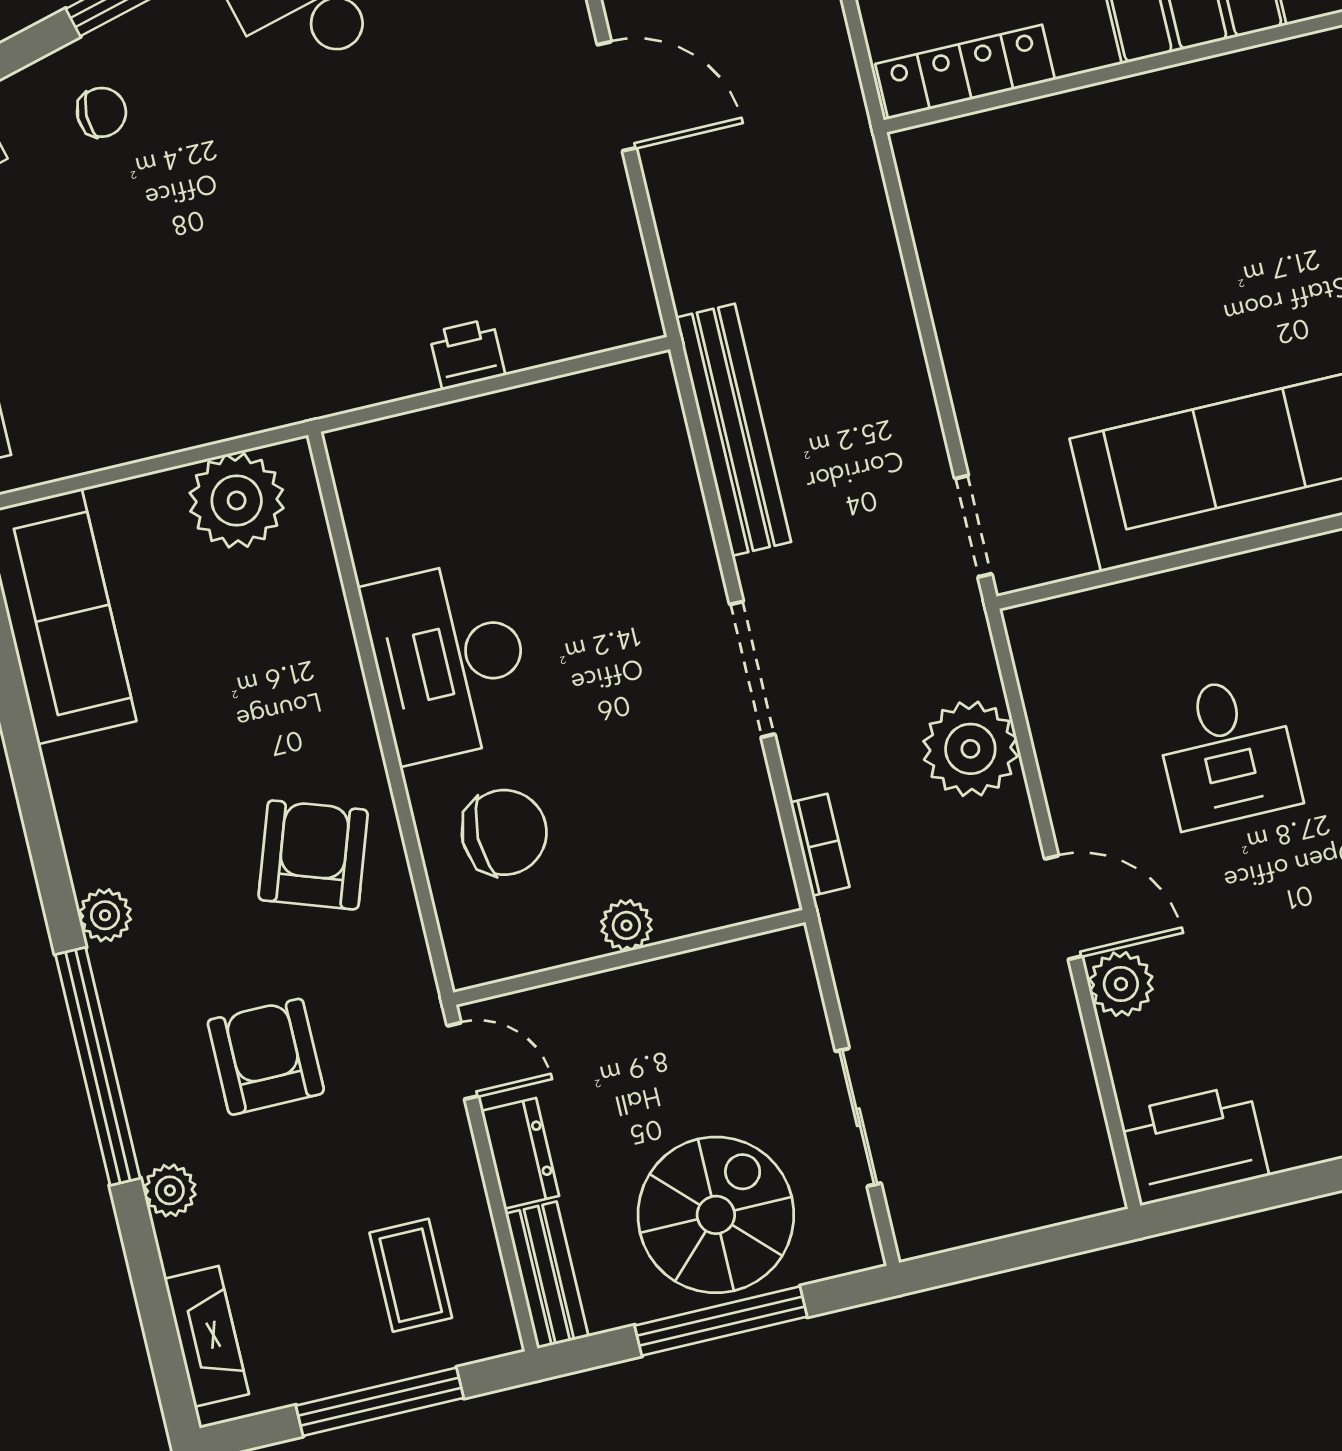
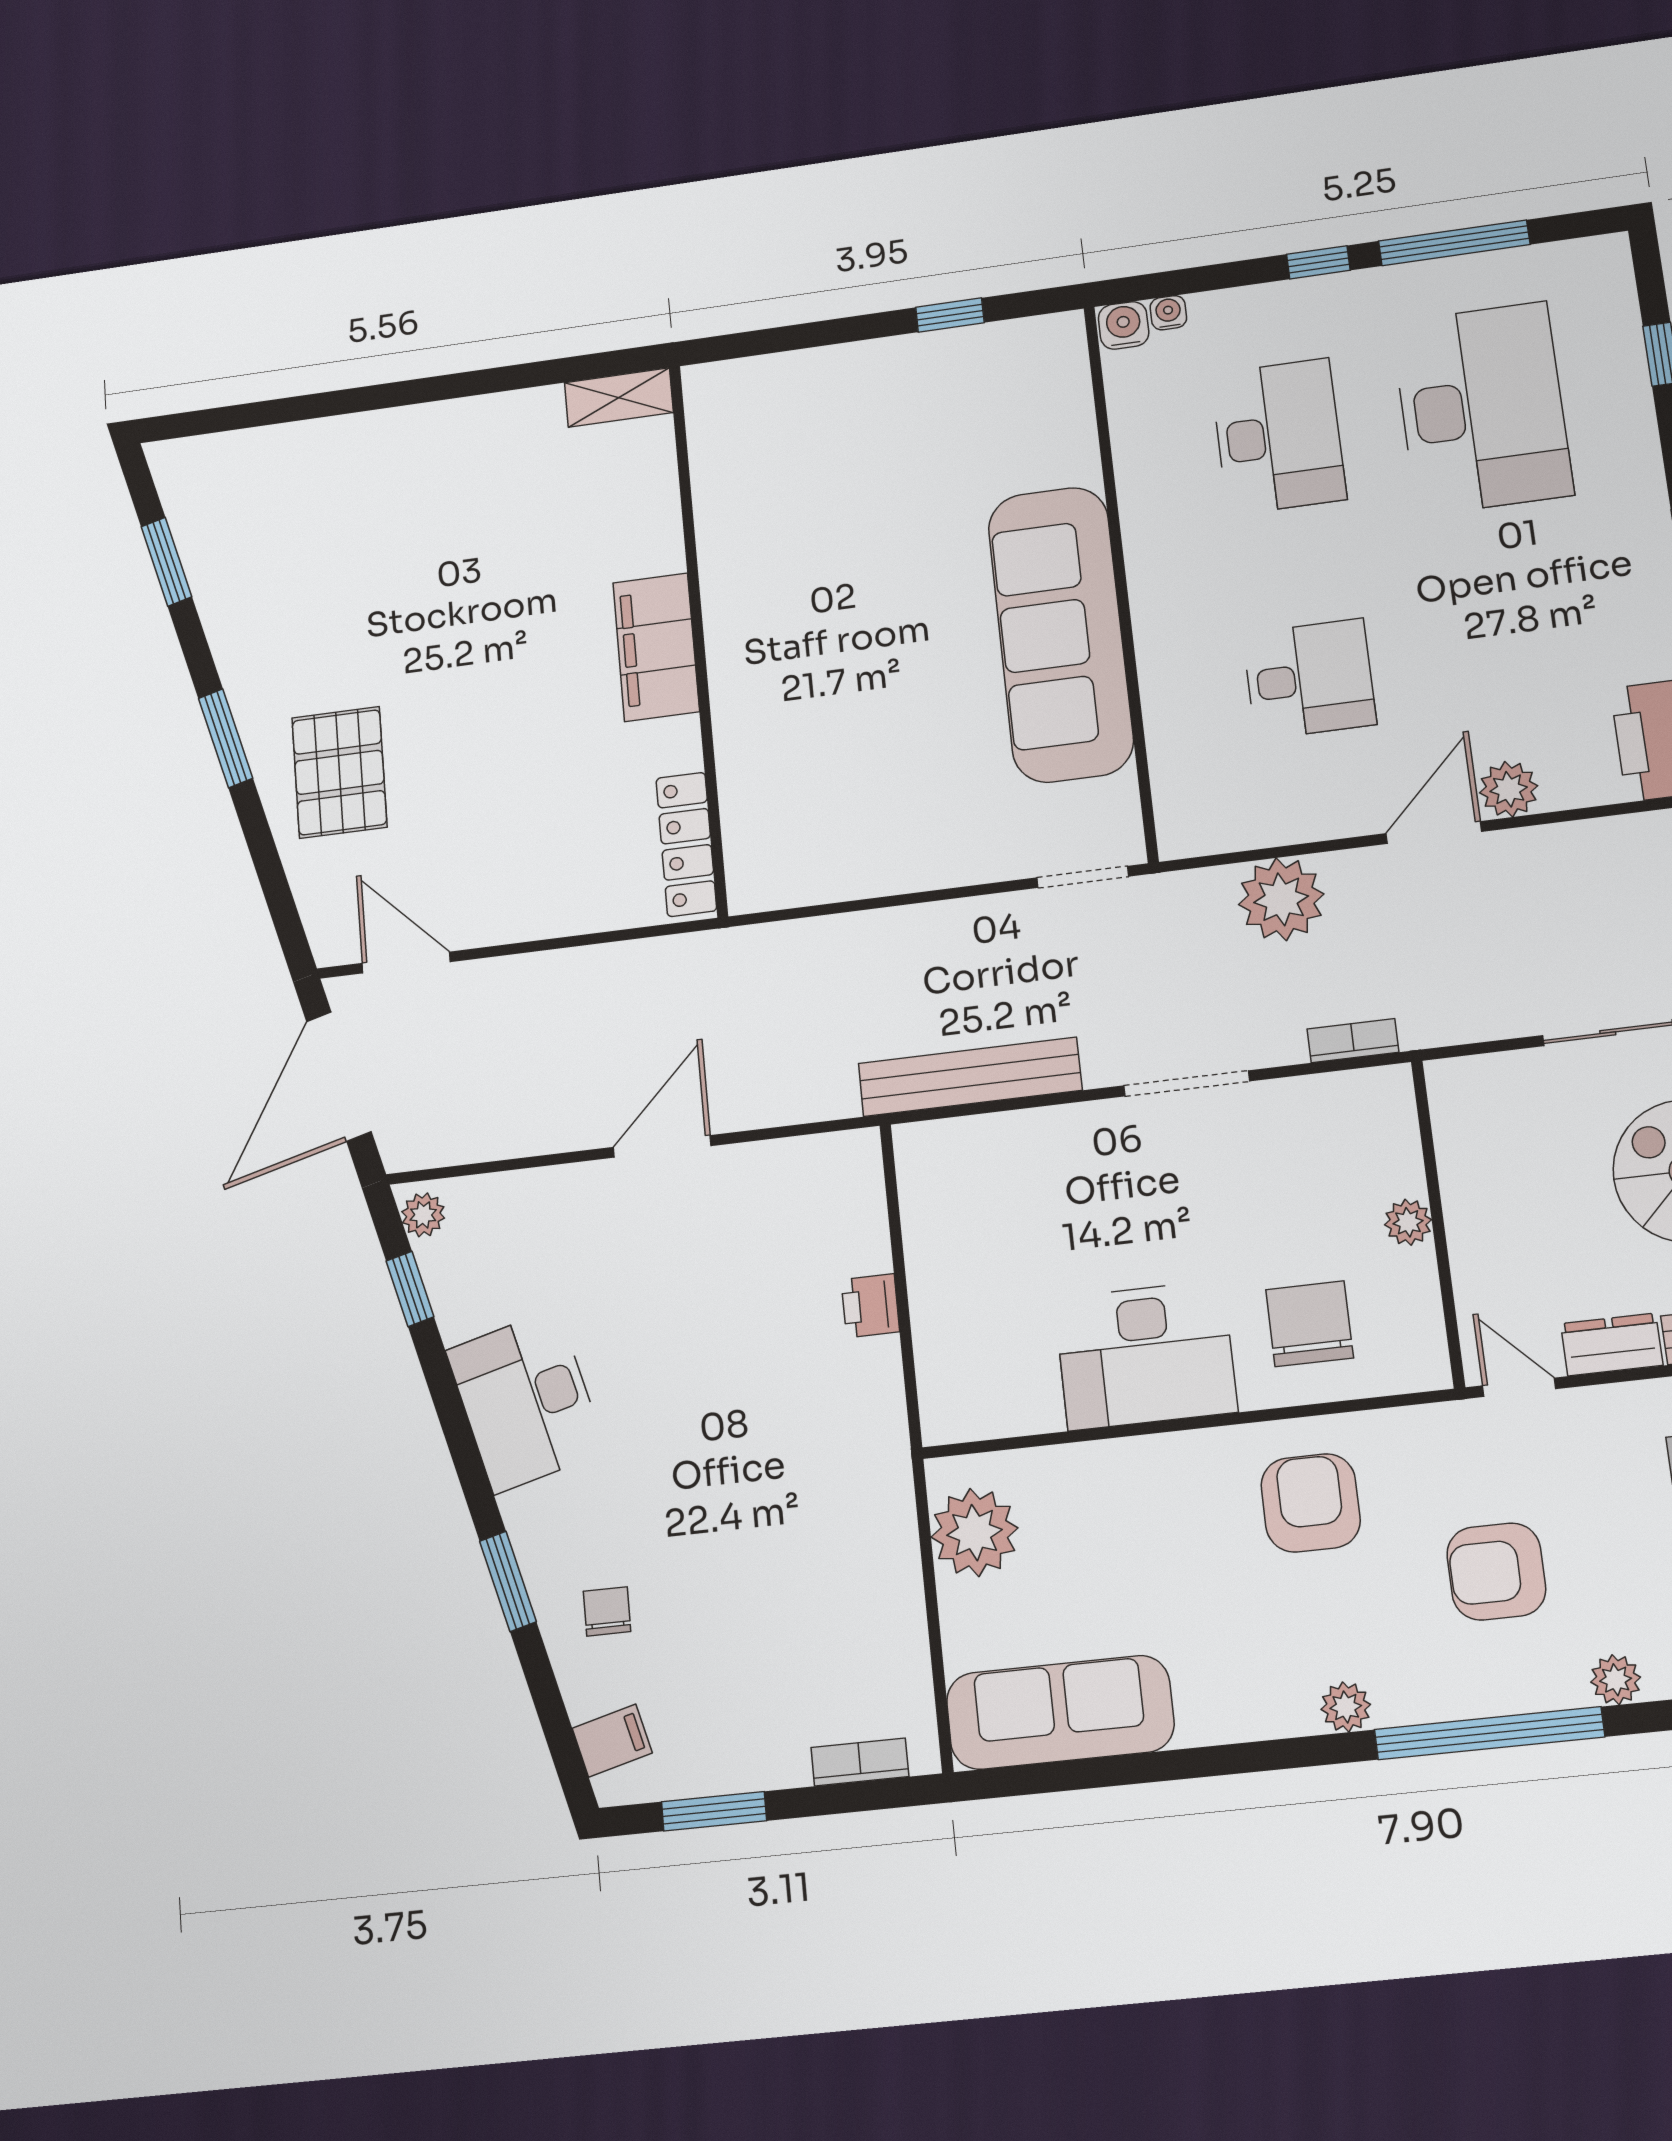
armchair: (313, 855) -> (1311, 1503), turned 71
door: (463, 1061) -> (1519, 1387), hinge flipped

